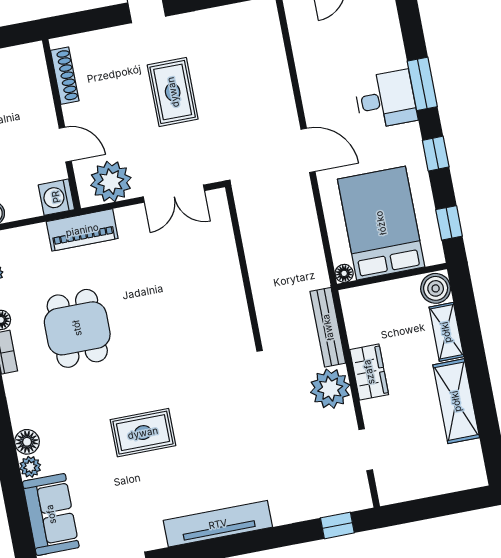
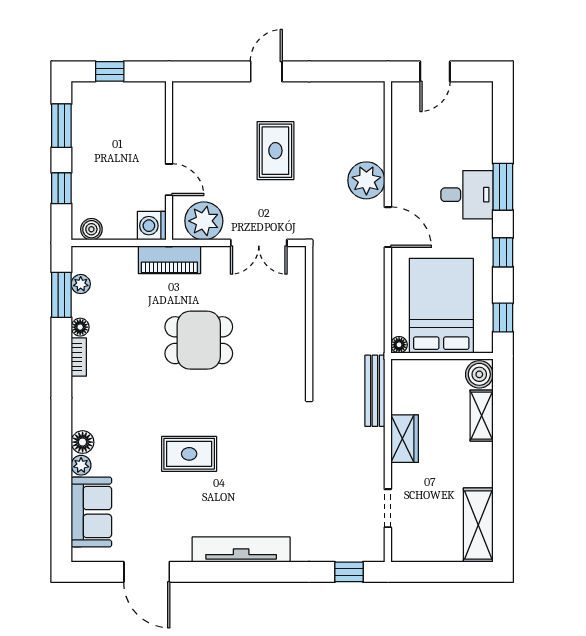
shoe rack: (65, 76) -> (181, 117), removed
dining table: (77, 328) -> (199, 340), moved, turned 90
plant: (330, 389) -> (366, 180), moved
shelving: (456, 401) -> (478, 525), moved

